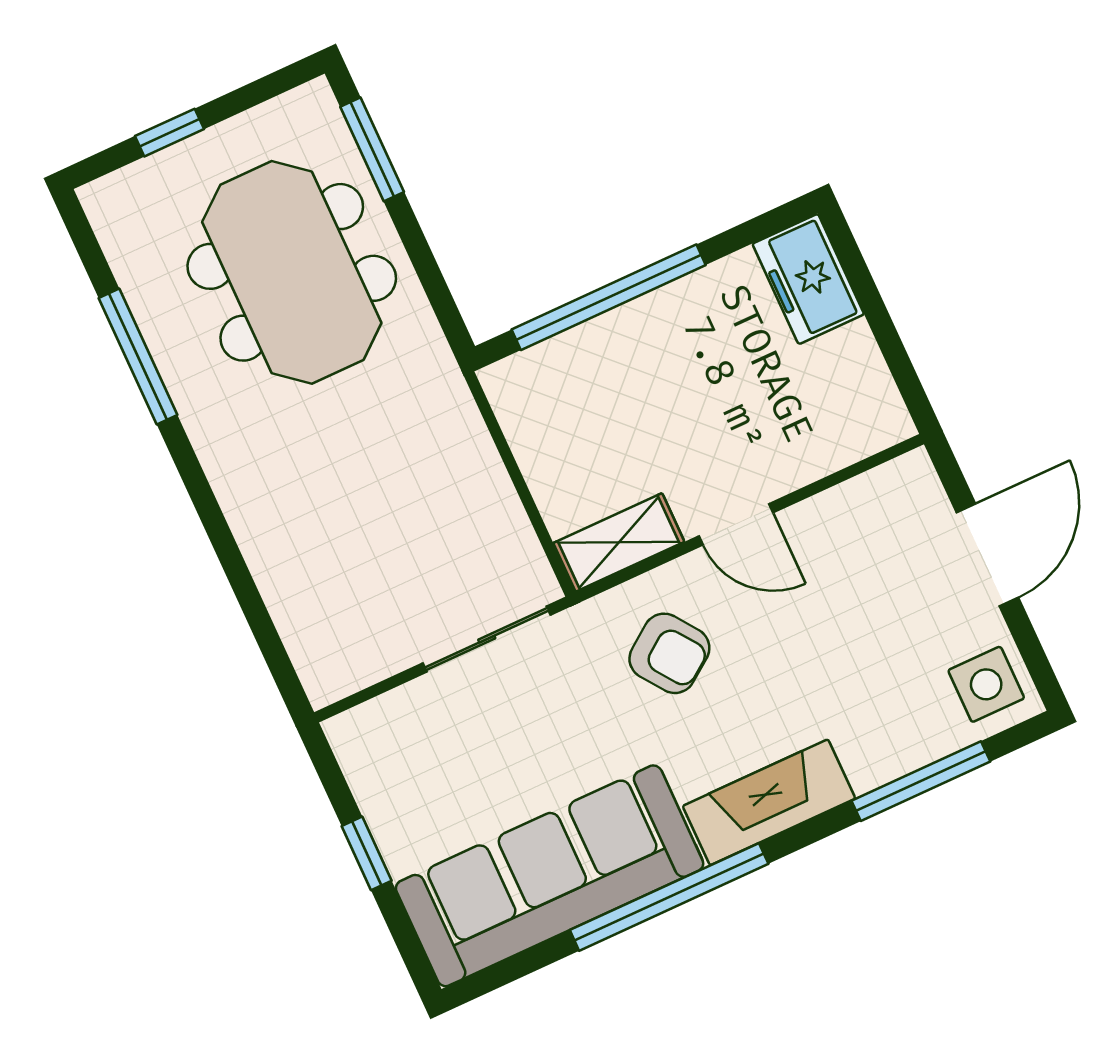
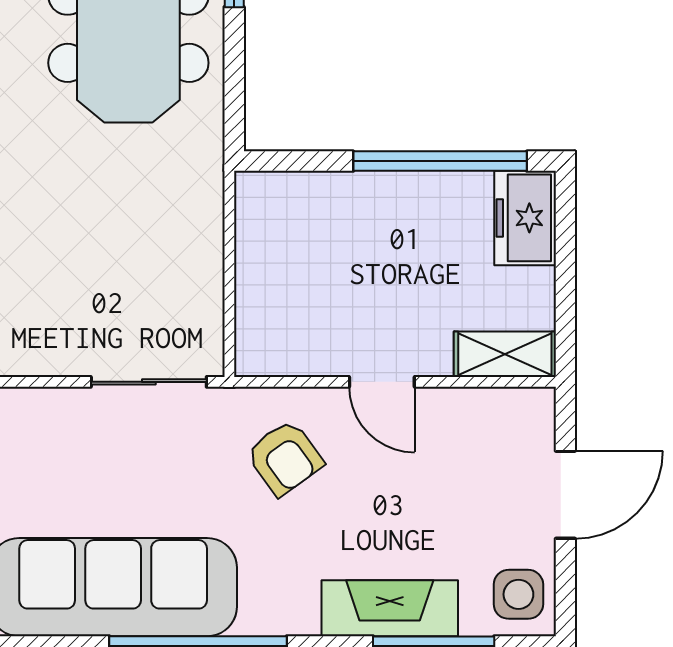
window: (609, 297) -> (440, 161), moved
shelving: (619, 542) -> (505, 354), moved
fireplace: (769, 802) -> (390, 608), moved

